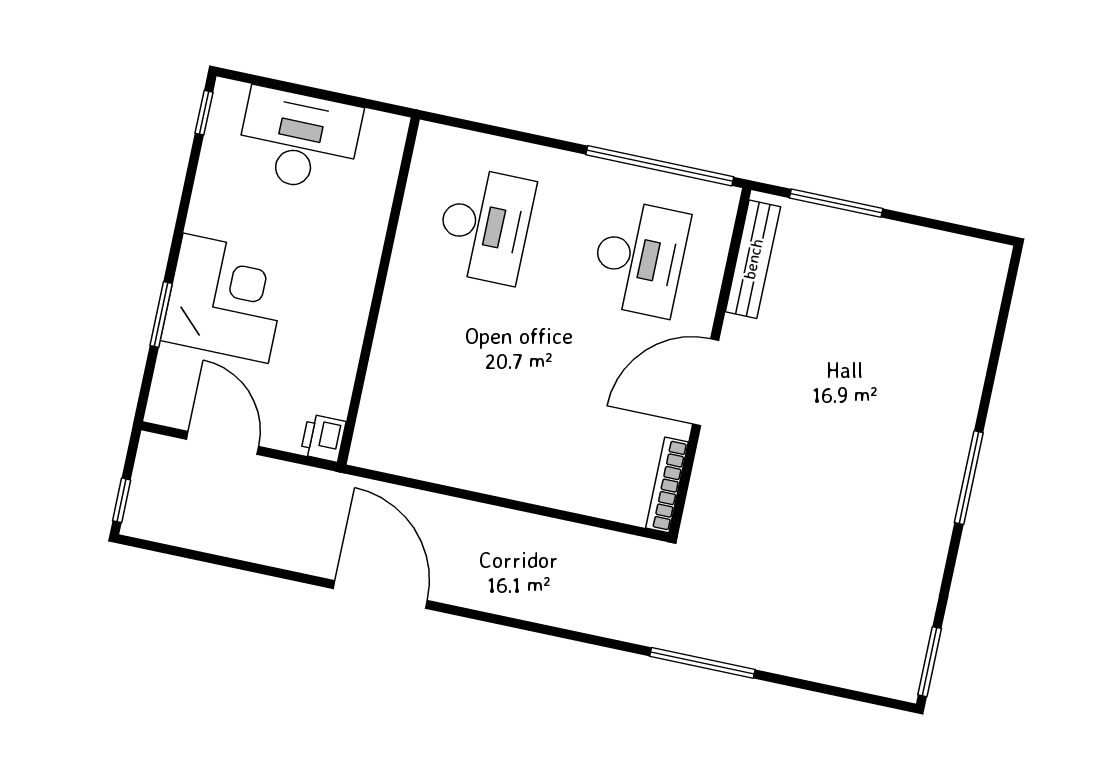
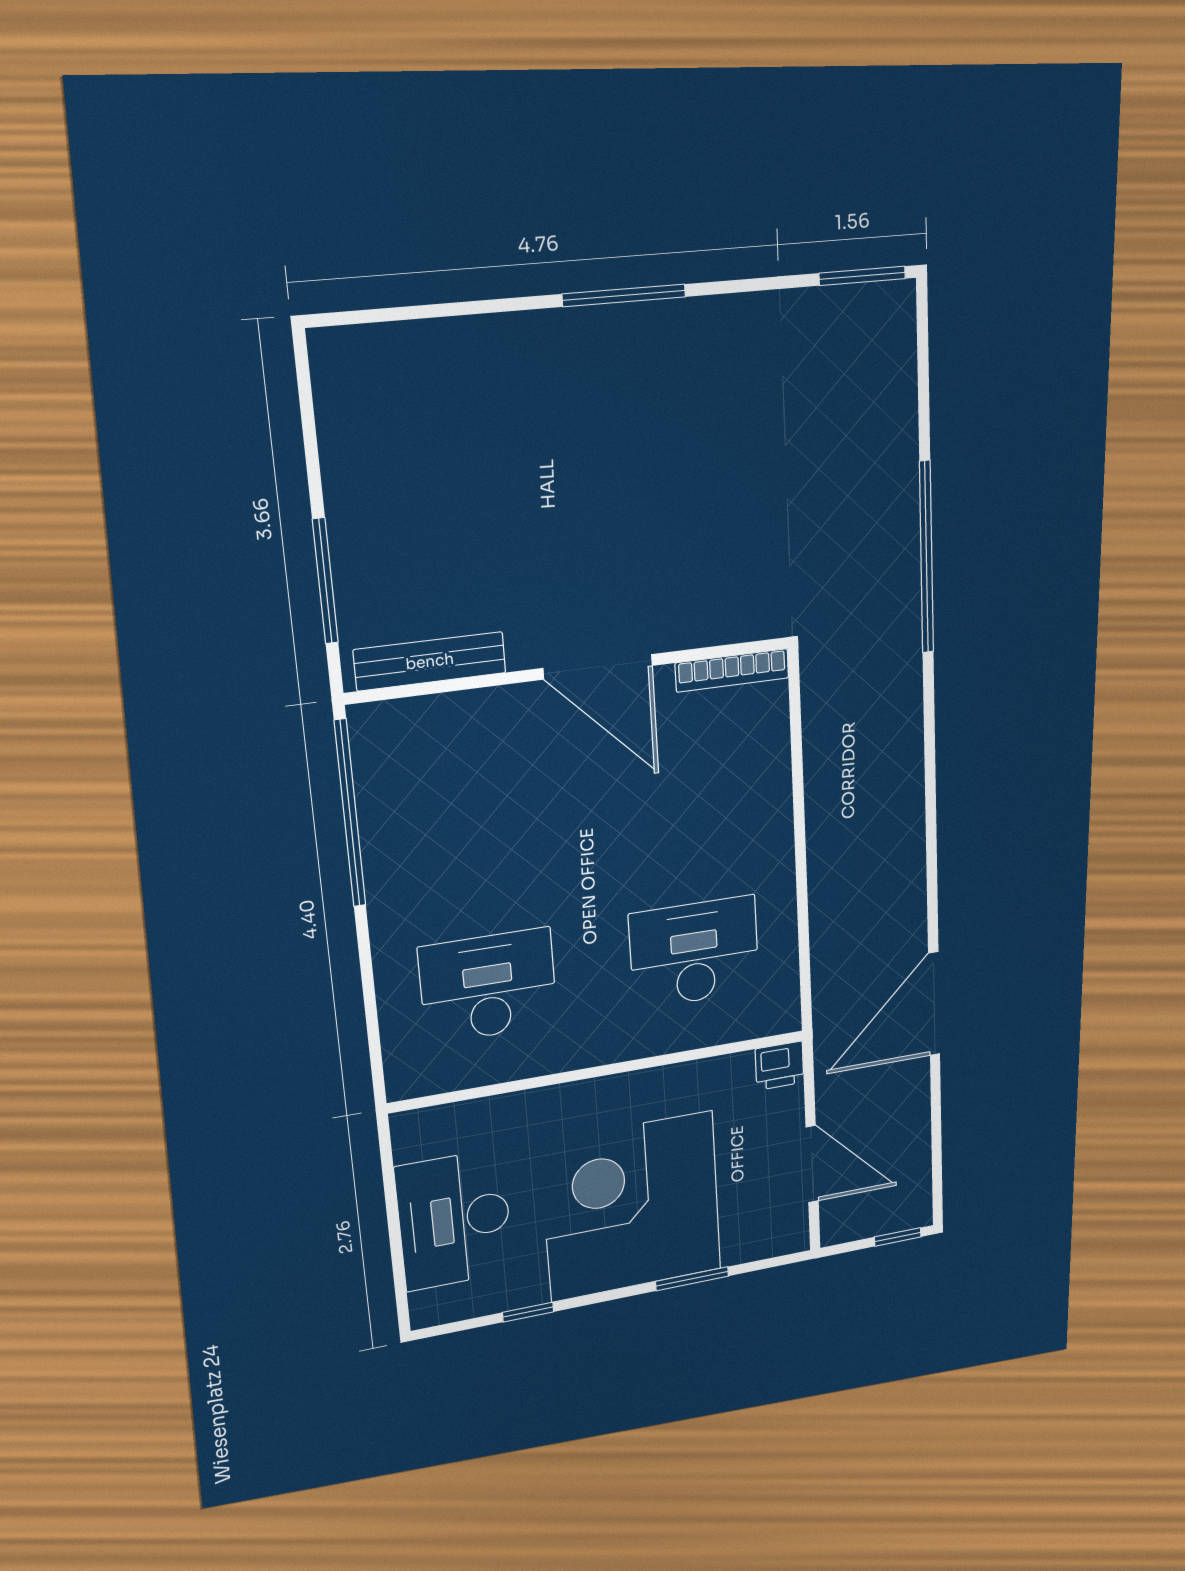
window: (204, 113) -> (528, 1312), moved
desk: (640, 258) -> (694, 952), moved
corner desk: (226, 298) -> (632, 1207), width x1.36, depth x1.36
door: (223, 443) -> (812, 1164), swing flipped
door: (380, 594) -> (934, 1004), moved
window: (702, 663) -> (926, 558), width x1.46

